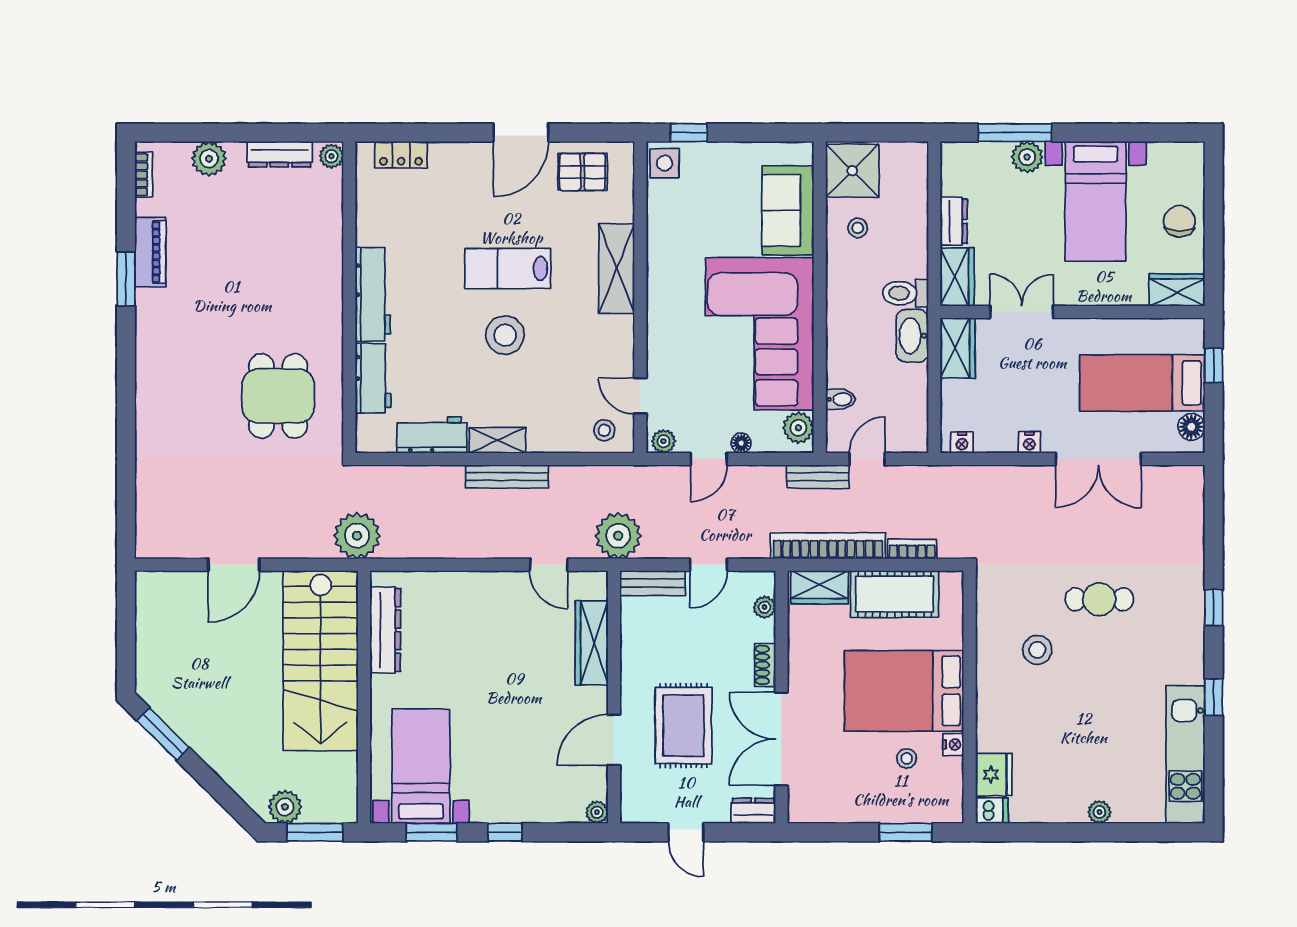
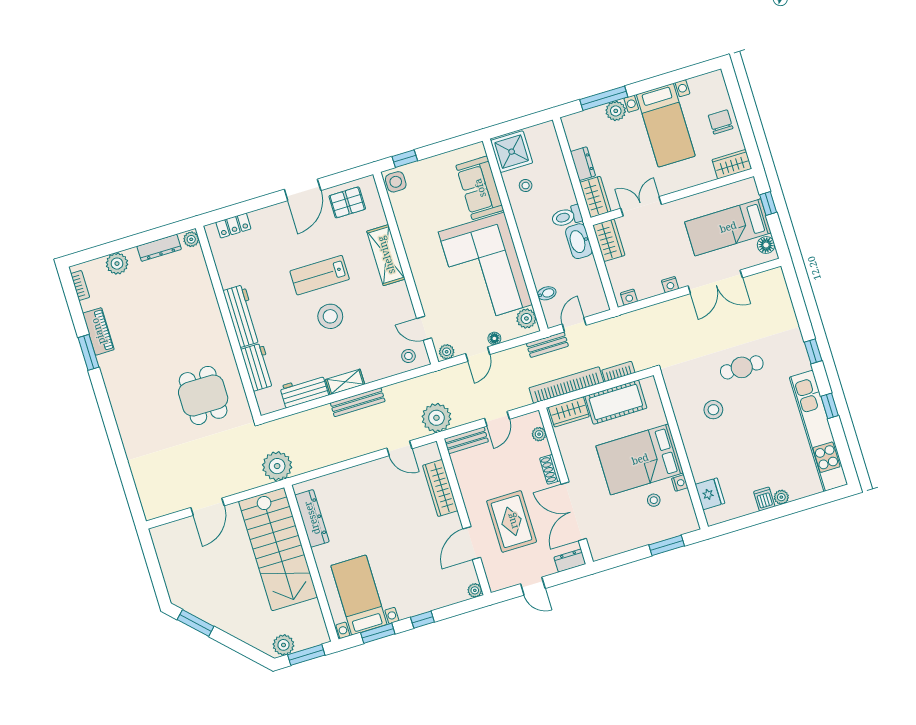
kitchen unit: (1185, 755) -> (818, 431), width x1.36
dishwasher: (992, 811) -> (764, 499), moved, turned -90

